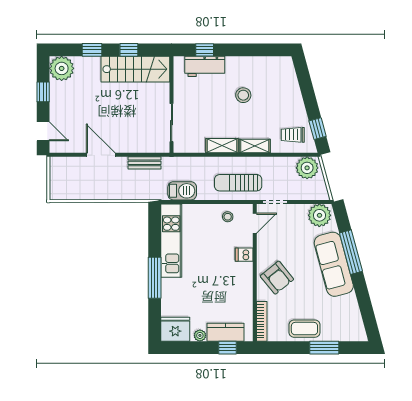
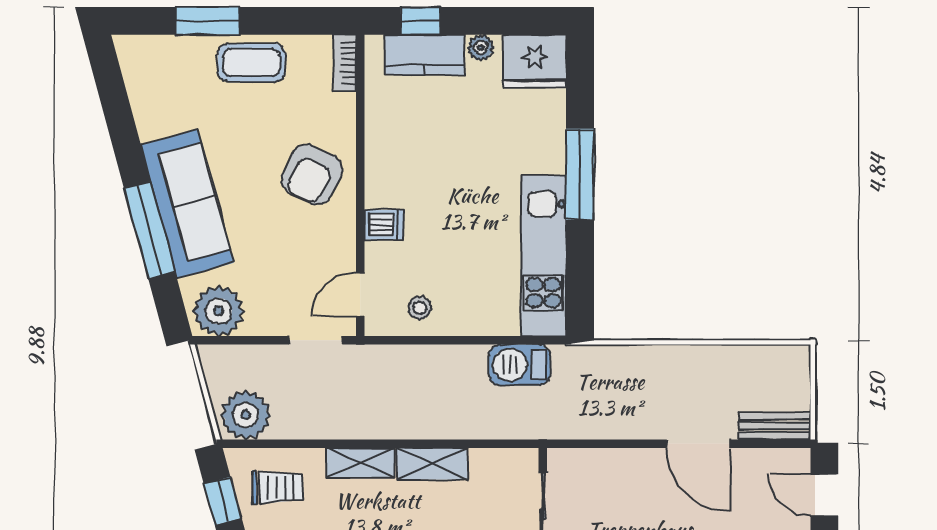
bench: (144, 163) -> (775, 426), moved
sun lounger: (238, 183) -> (397, 382), removed
armchair: (277, 278) -> (312, 174), turned -115
bookcase: (262, 321) -> (345, 63), width x0.64

